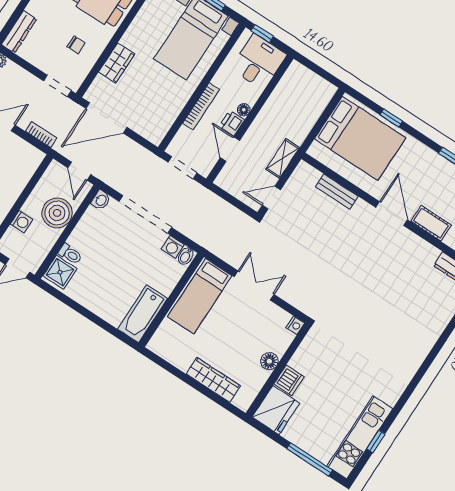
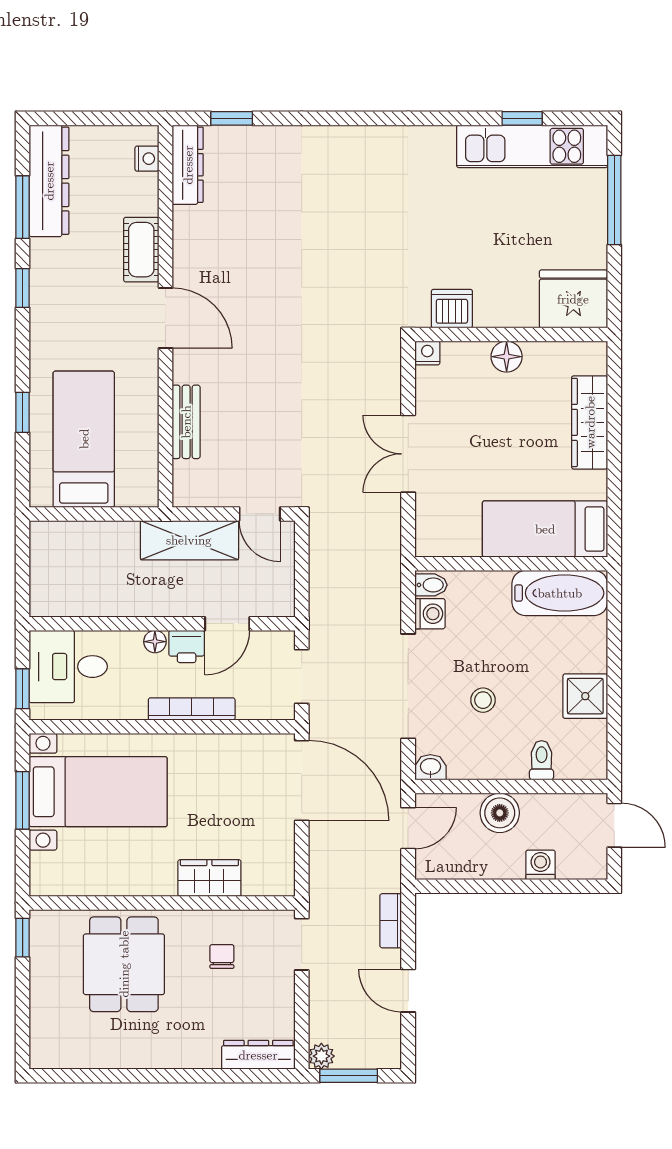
door: (106, 118) -> (302, 781), moved
bed: (360, 138) -> (84, 439), width x0.67
shelving: (283, 158) -> (189, 540), width x1.50, depth x1.33
boiler: (57, 213) -> (500, 813), width x0.73, depth x0.73
door: (392, 214) -> (165, 318), swing flipped
stool: (116, 245) -> (483, 700), added
shower: (60, 272) -> (585, 696), moved
bed: (200, 296) -> (545, 529), moved, turned 180
dishwasher: (289, 380) -> (452, 309), moved

